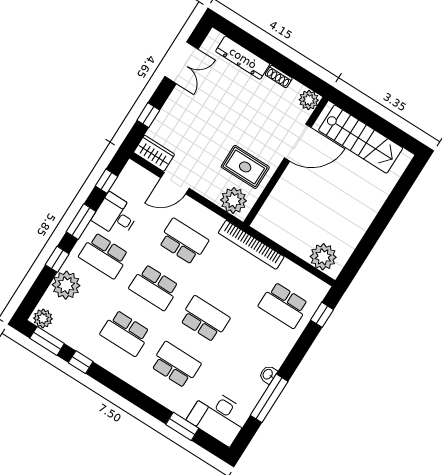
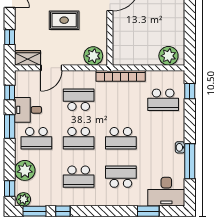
rug: (245, 167) -> (64, 20), moved
window: (57, 259) -> (10, 188), moved
school desk: (205, 319) -> (121, 138), turned 180

